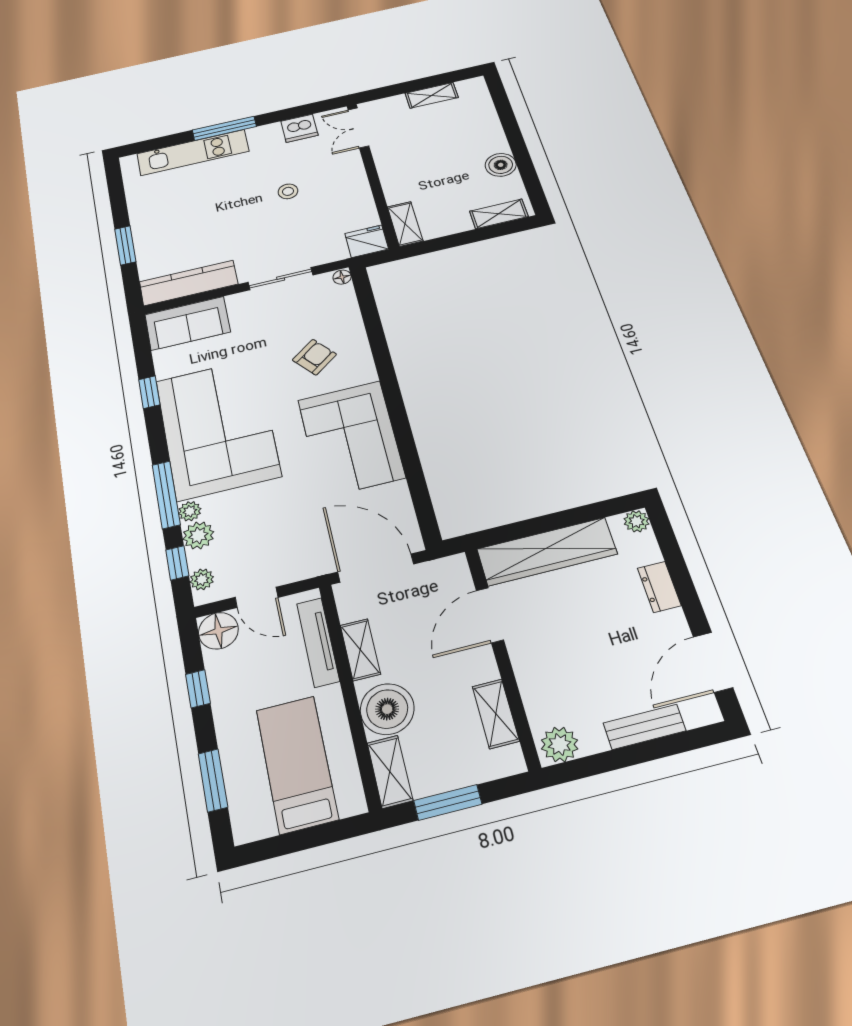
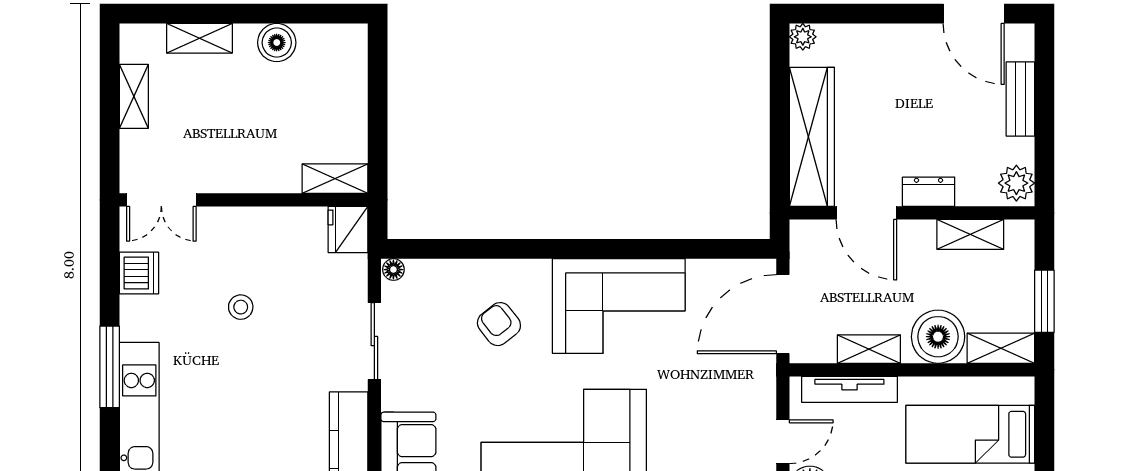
shelving: (499, 214) -> (199, 38), moved, turned 90
dresser: (659, 587) -> (929, 192), moved, turned 180

